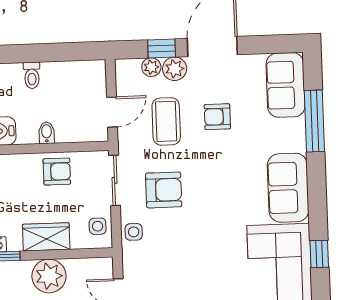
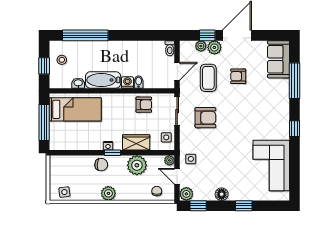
toilet: (32, 75) -> (170, 48), moved
washing machine: (28, 134) -> (127, 83), added
sofa: (288, 188) -> (278, 119), removed
side table: (134, 232) -> (191, 159), moved
window: (319, 254) -> (295, 129), moved
plant: (105, 266) -> (169, 160), added

